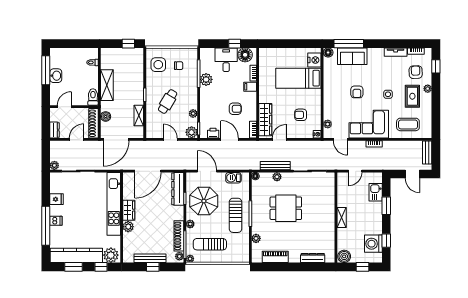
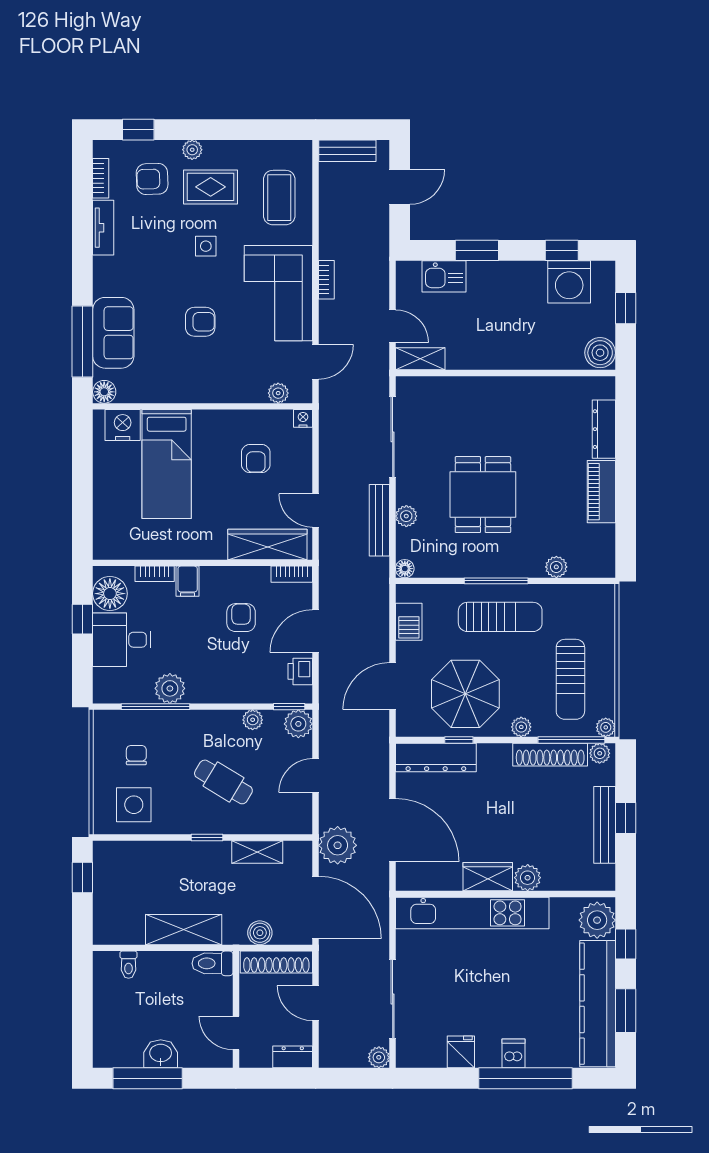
plant: (142, 148) -> (338, 845), added
shelving: (342, 218) -> (420, 359), moved
piano: (275, 257) -> (601, 492), moved

